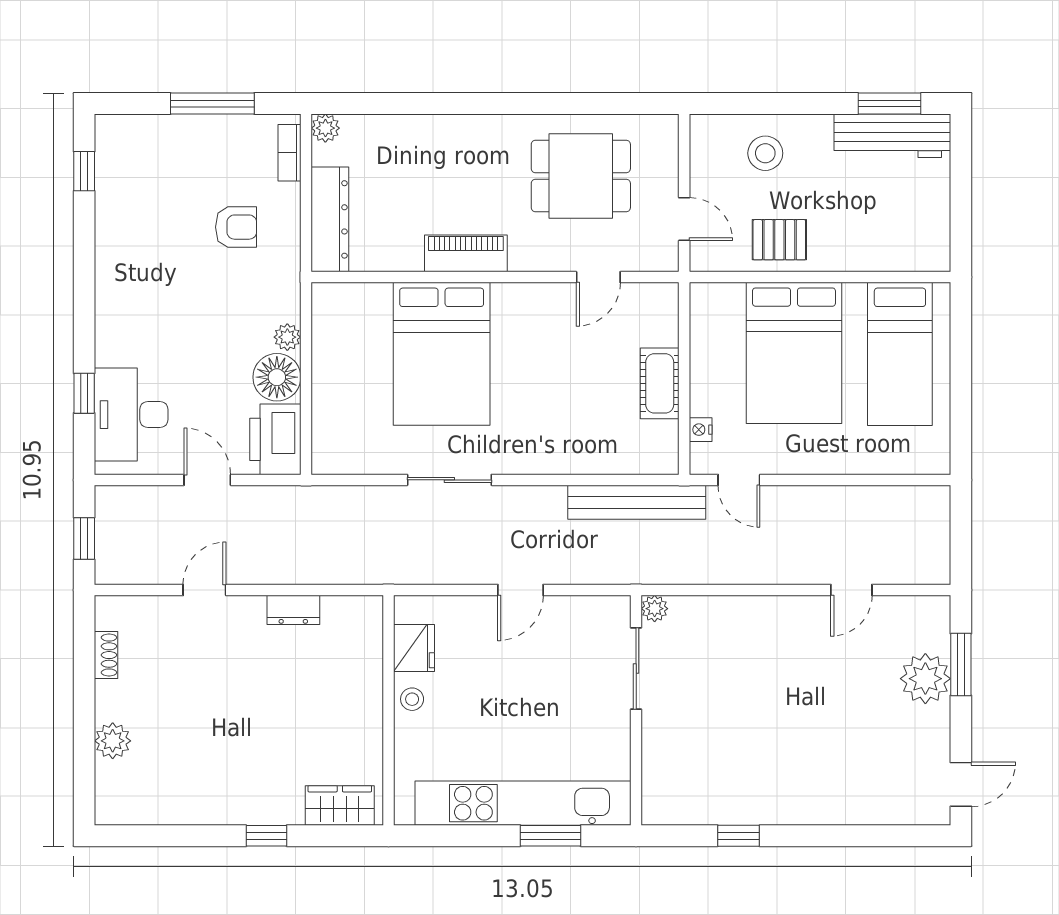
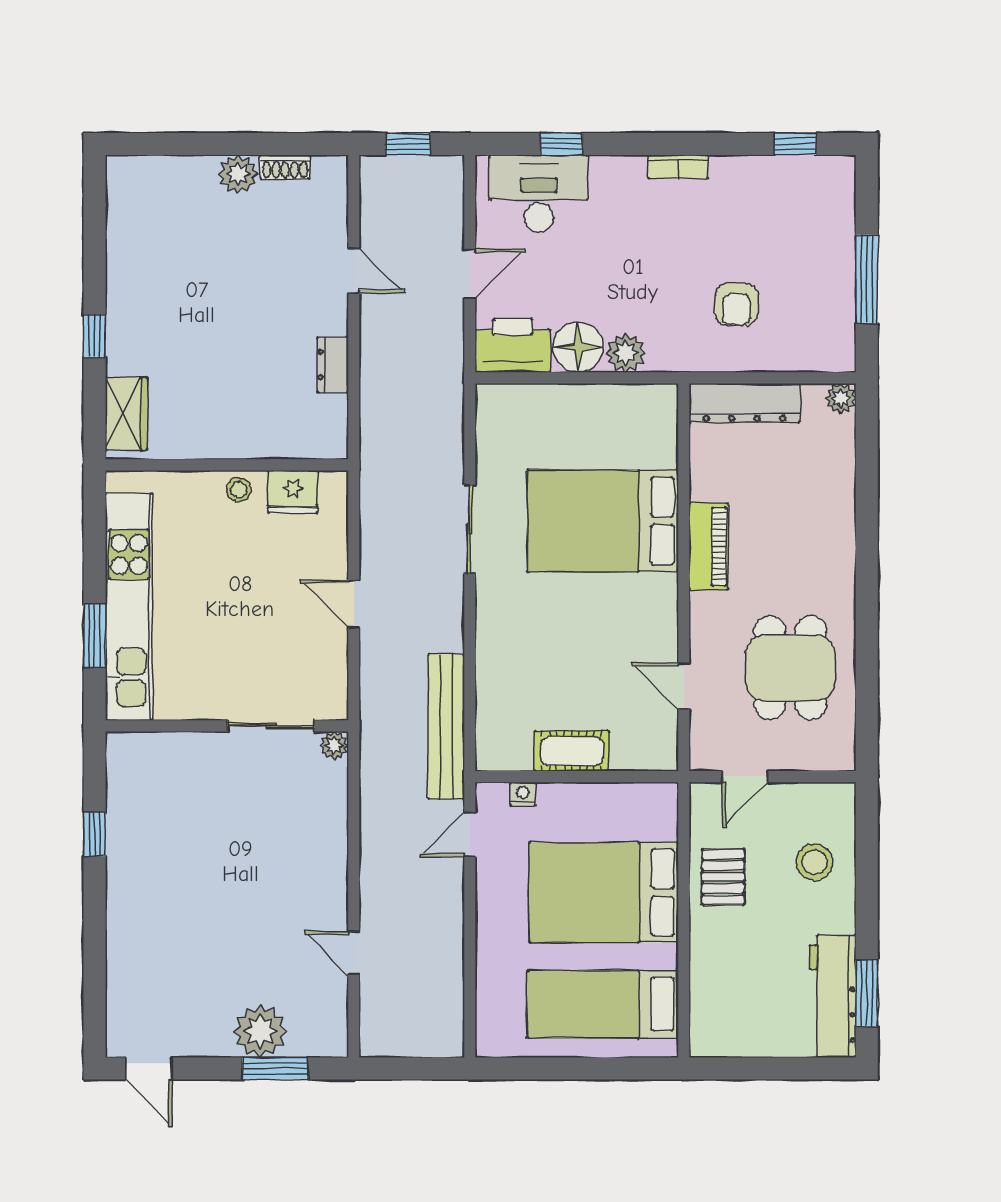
bookcase: (289, 153) -> (678, 167), moved, turned 180
plant: (287, 337) -> (626, 353), width x1.38, depth x1.38
plant: (113, 741) -> (238, 174), moved

